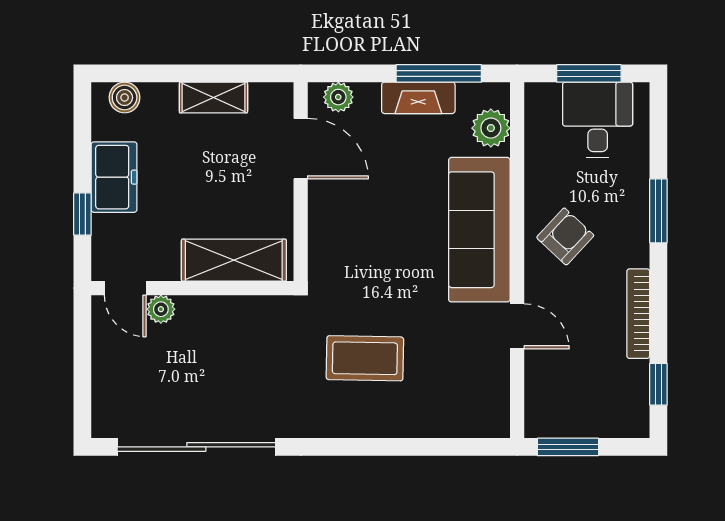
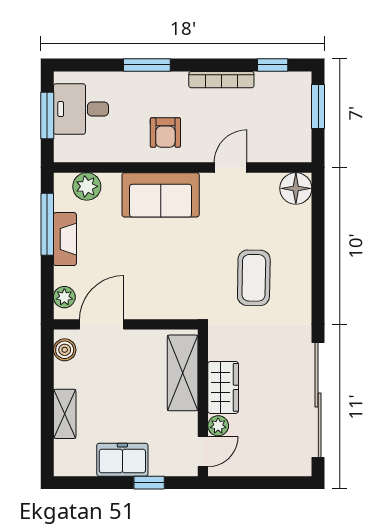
boiler: (125, 97) -> (65, 350), moved
shelving: (213, 98) -> (65, 414), moved
sofa: (479, 230) -> (161, 195), width x0.73
armchair: (565, 236) -> (165, 132), turned -133
wardrobe: (214, 316) -> (223, 387), added
floor lamp: (488, 416) -> (296, 188), added
window: (568, 447) -> (318, 106), moved

